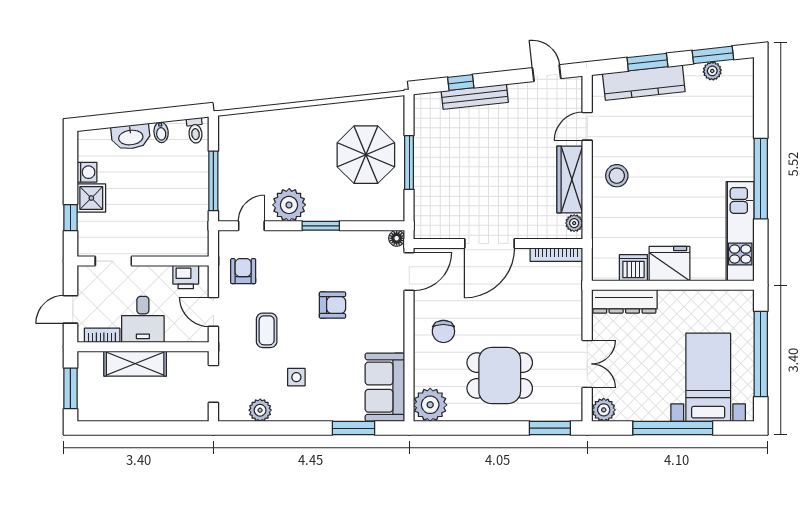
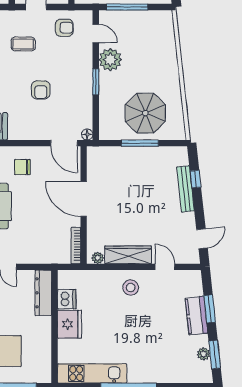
kitchen counter: (644, 83) -> (196, 316), width x0.67

